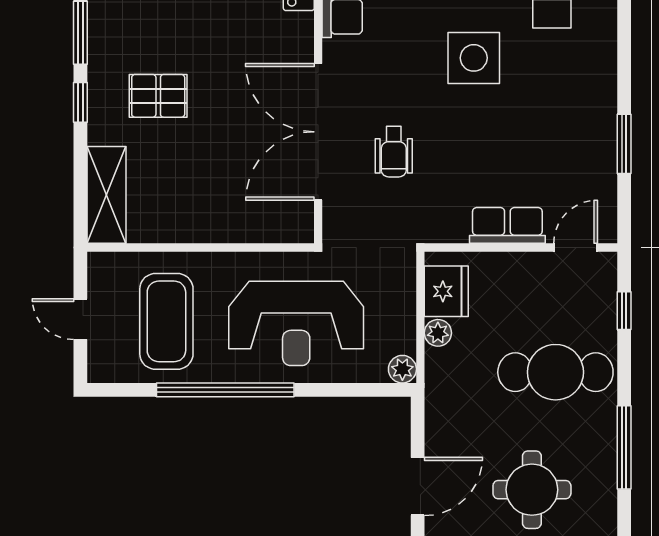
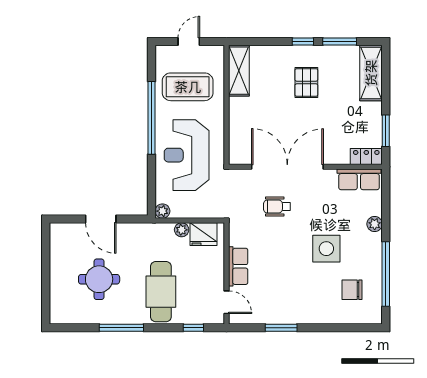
shelving: (107, 195) -> (239, 71), moved, turned 90

